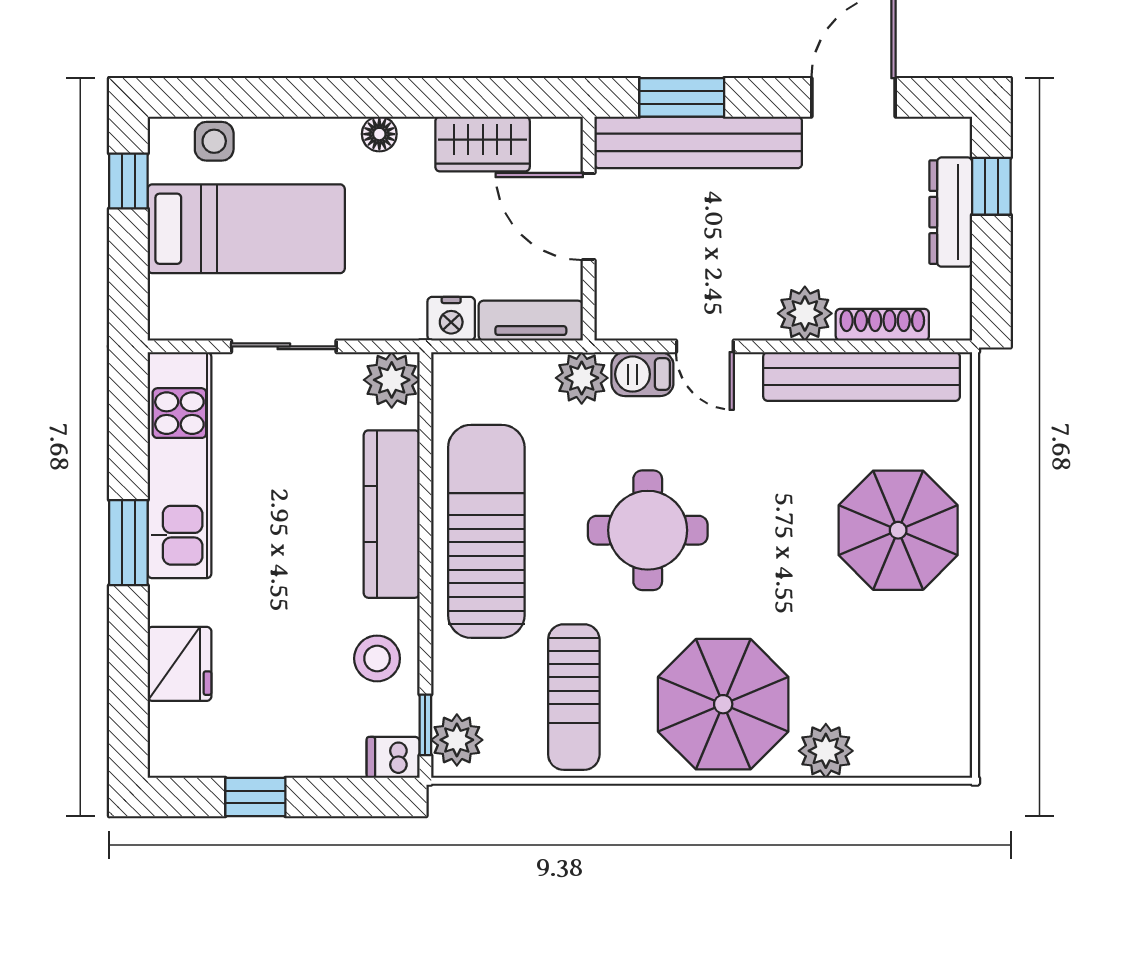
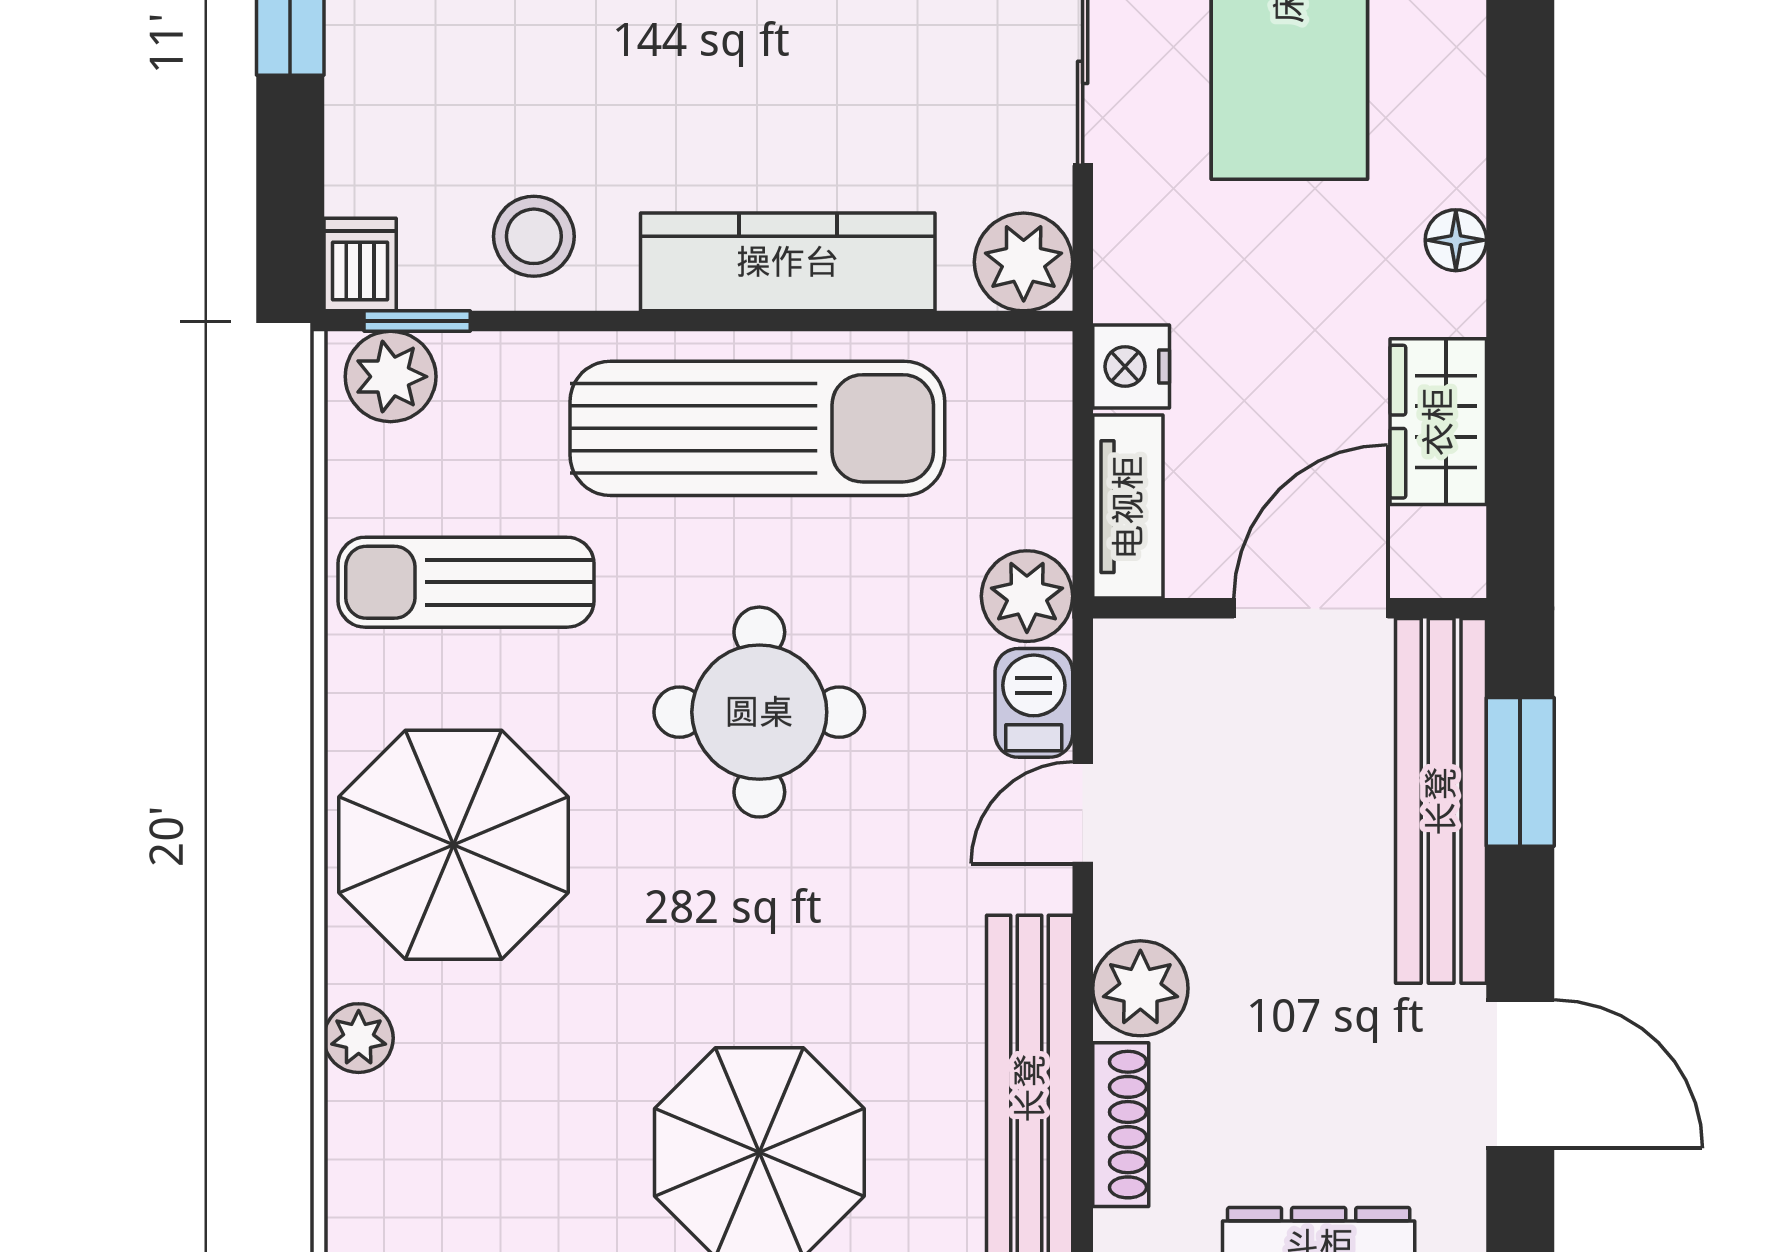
plant: (826, 751) -> (359, 1038), width x0.73, depth x0.73

